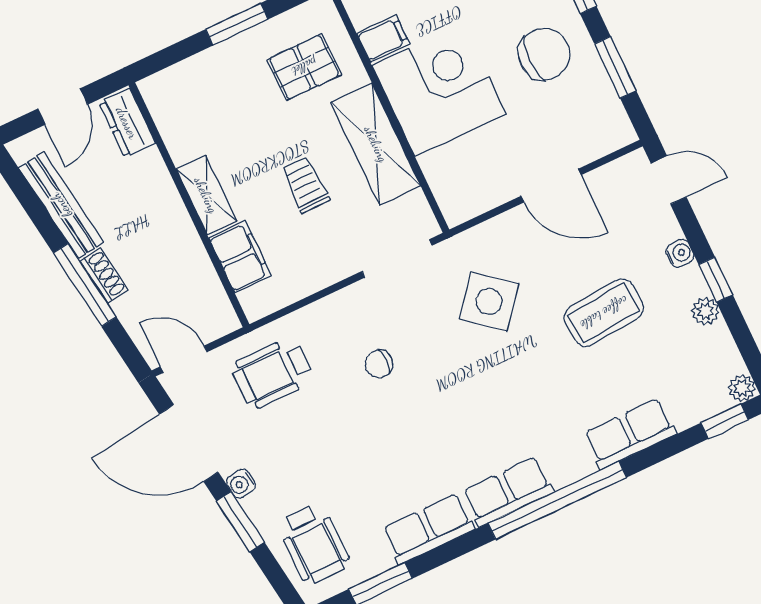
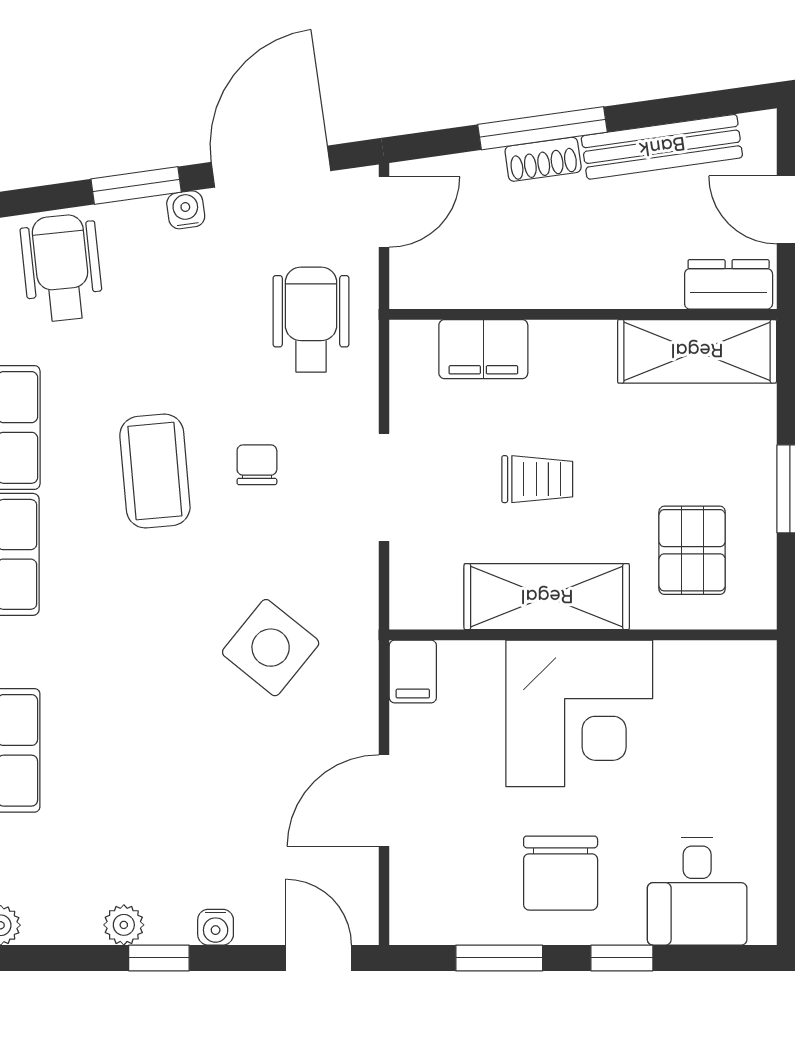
filing cabinet: (383, 39) -> (413, 671), moved
door: (669, 180) -> (318, 958), swing flipped
shelving: (206, 195) -> (697, 351), moved, width x1.50, depth x1.33
doorway: (397, 258) -> (384, 487), moved
coffee table: (604, 313) -> (155, 471), moved
wheelchair: (314, 544) -> (62, 268), turned 85

